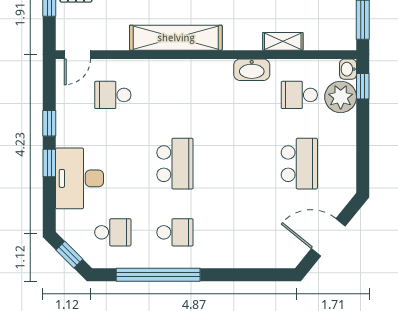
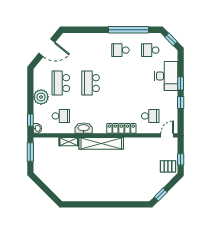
shelving: (176, 38) -> (101, 143), moved
locker: (173, 69) -> (121, 128), added
plant: (341, 97) -> (41, 97), moved
school desk: (175, 164) -> (91, 83), moved

